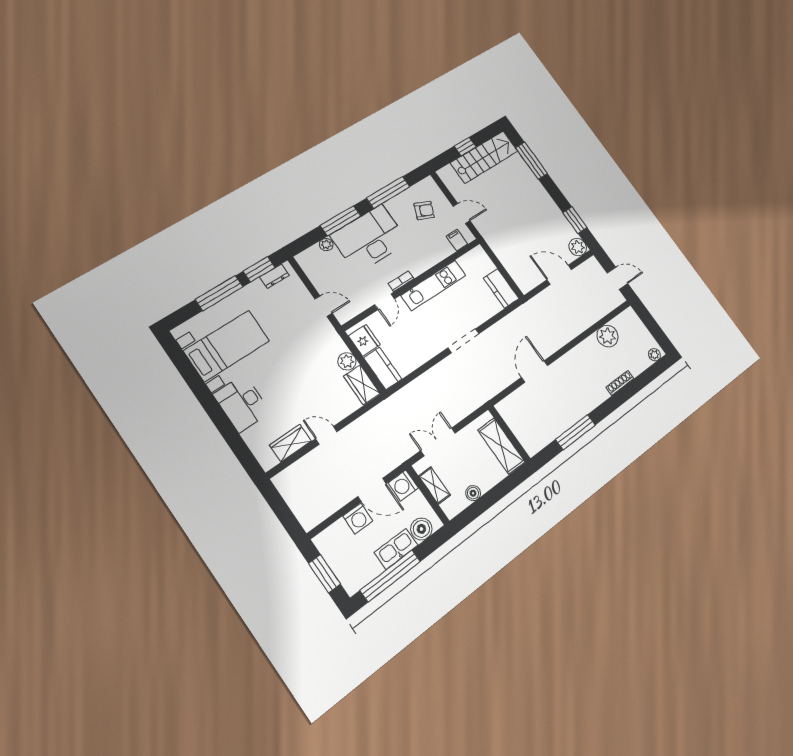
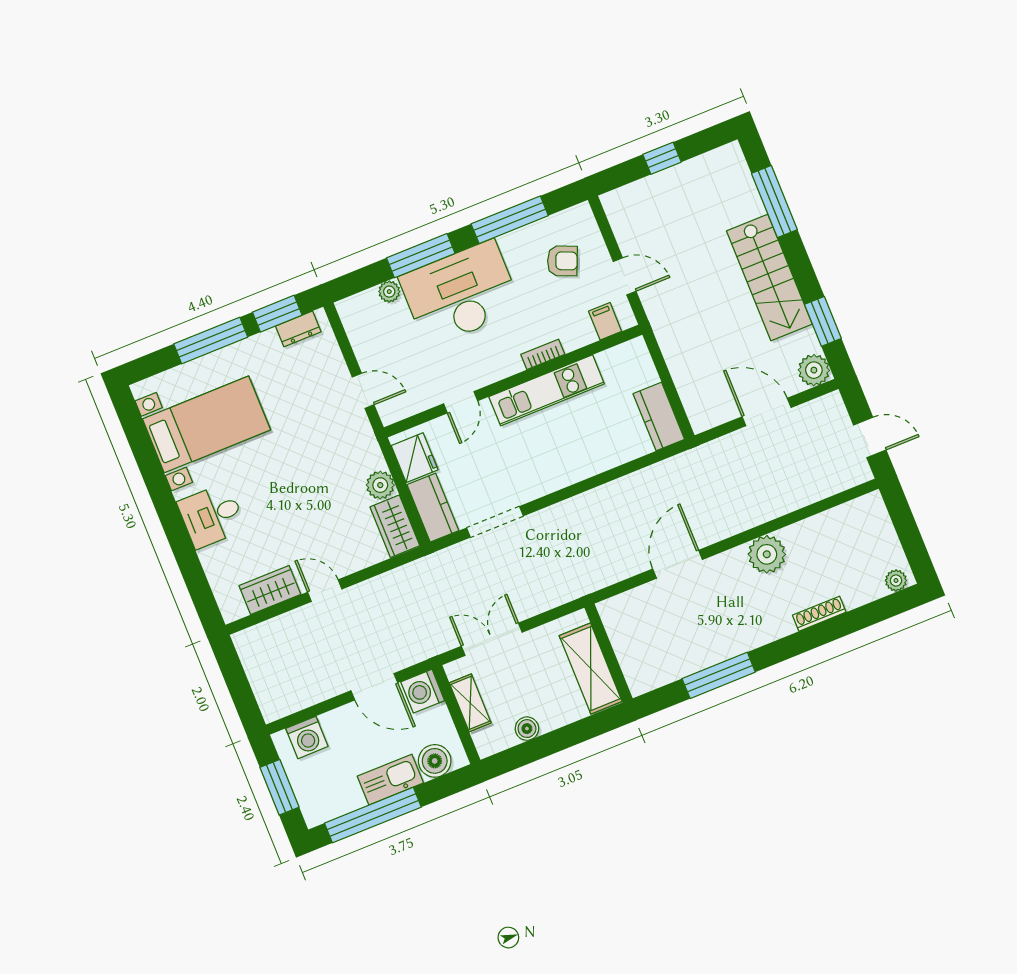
stairs: (484, 157) -> (769, 277), moved, turned 90
bookcase: (401, 281) -> (543, 354), moved
plant: (607, 336) -> (767, 554), moved
doorway: (464, 341) -> (495, 522), moved
desk: (242, 403) -> (212, 516), width x0.73
washing machine: (358, 518) -> (307, 737), moved

